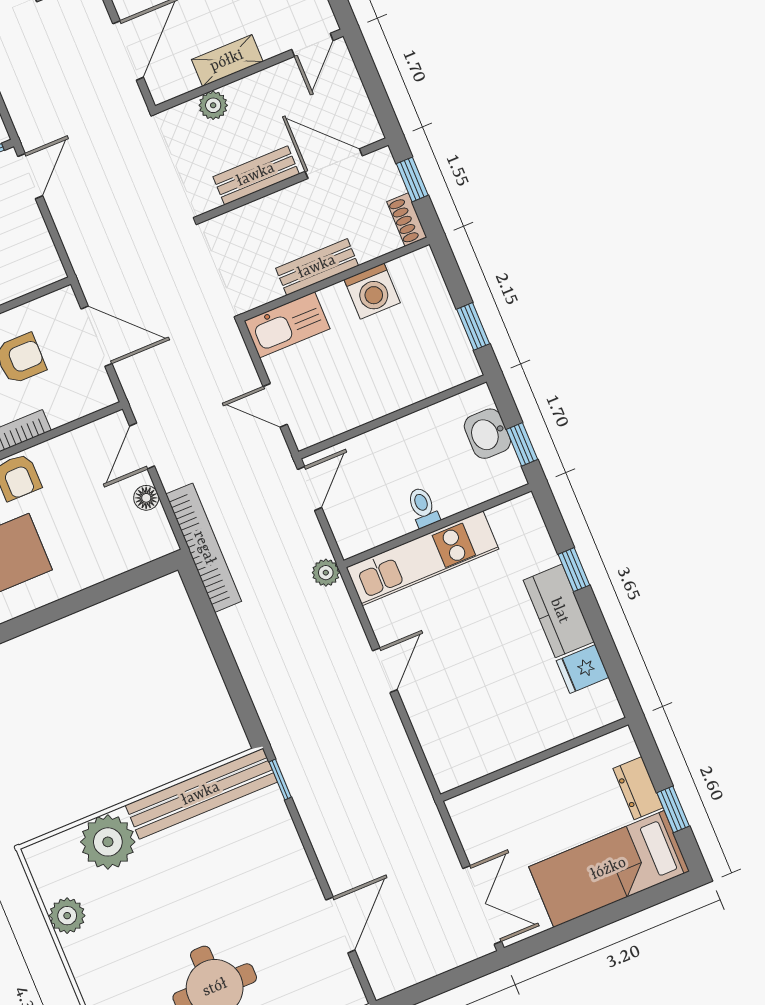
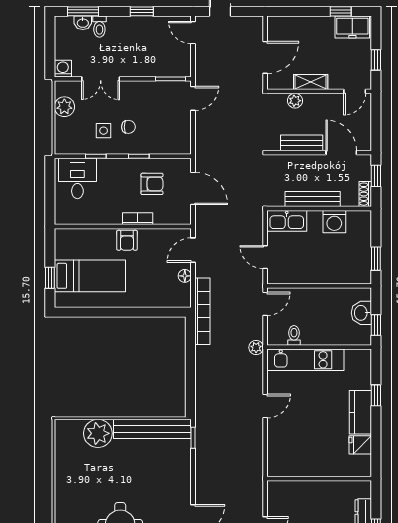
bench: (317, 267) -> (313, 199), width x1.36
toilet: (423, 507) -> (294, 335), moved
plant: (67, 916) -> (64, 461), removed

